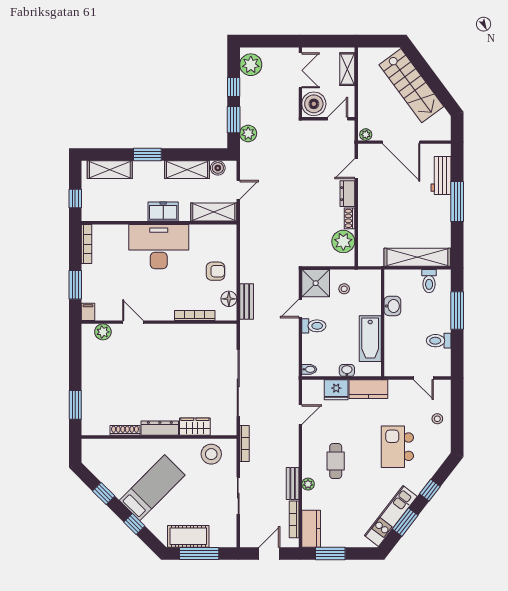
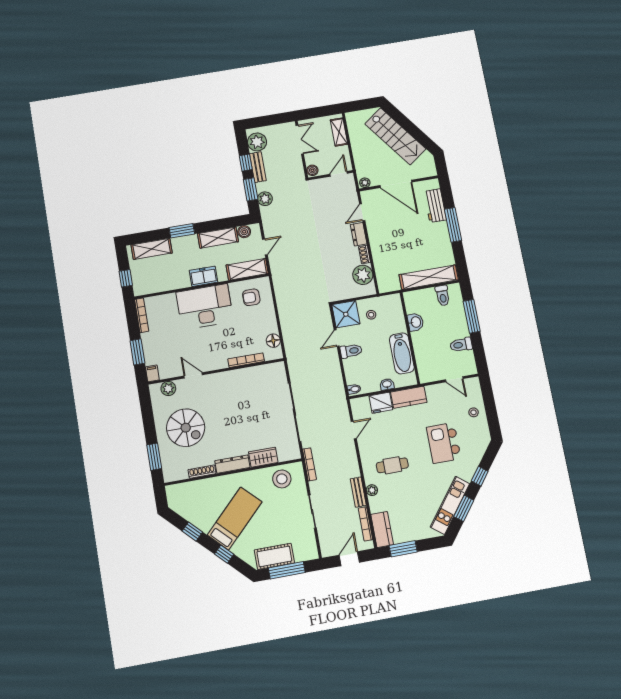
boiler: (314, 104) -> (312, 170), width x0.54, depth x0.54
armchair: (215, 271) -> (251, 297), moved, turned 180
bench: (247, 302) -> (258, 167), moved
spiral stairs: (115, 379) -> (186, 428), added
cafe table: (336, 461) -> (392, 465), turned 90

